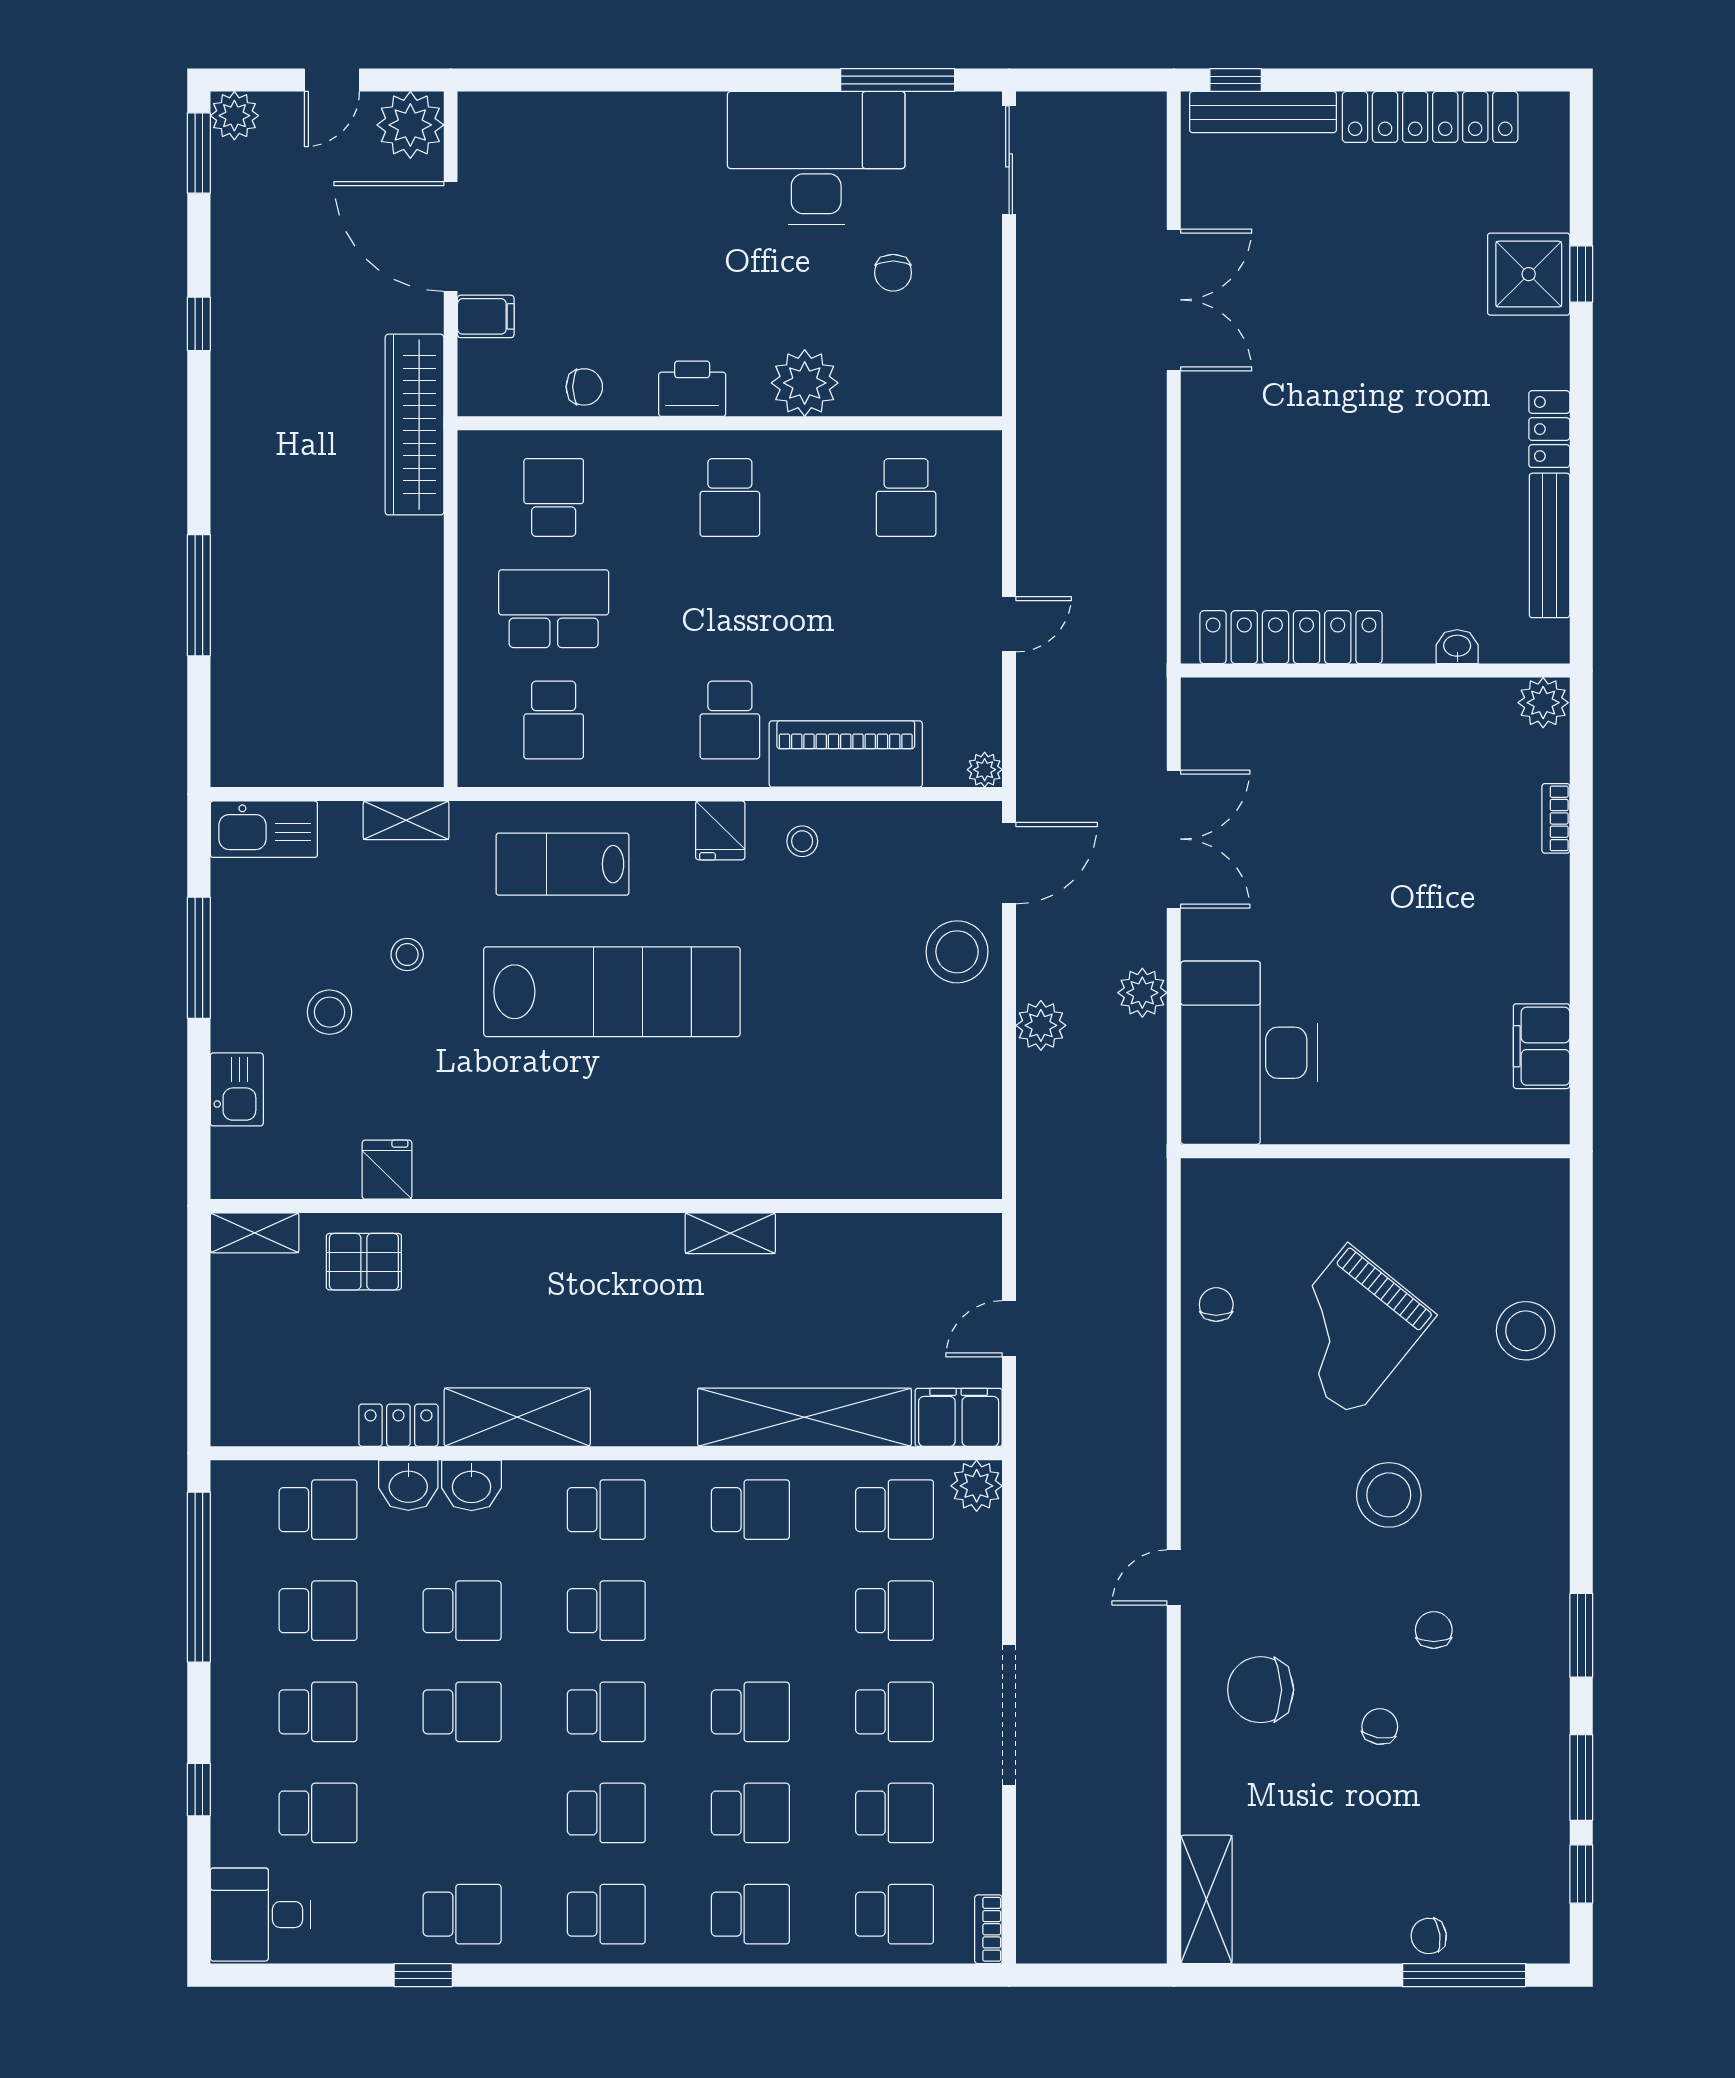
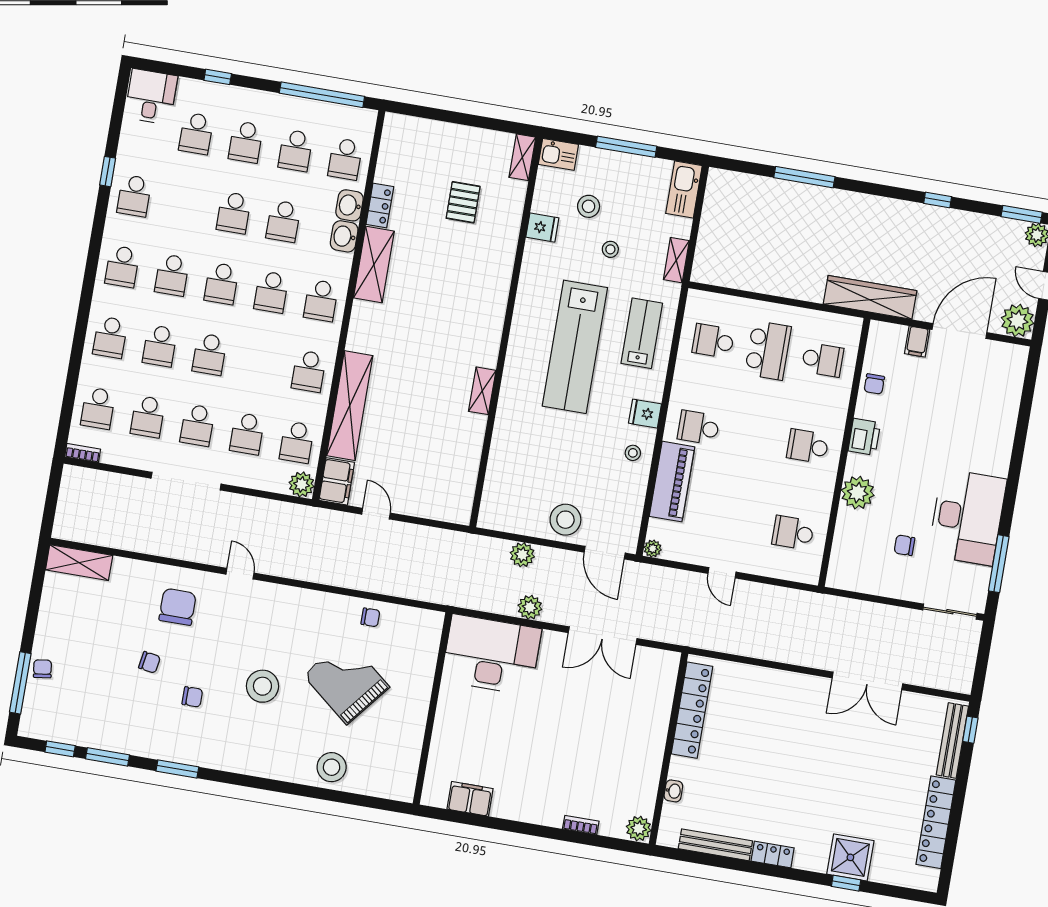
fridge: (387, 1170) -> (542, 228), moved
wall: (606, 1206) -> (506, 332), moved
shelving: (255, 1233) -> (522, 157), moved
shelving: (730, 1233) -> (482, 391), moved

